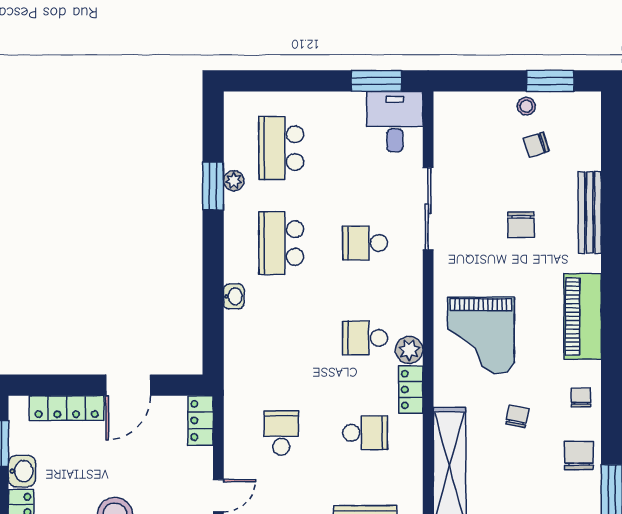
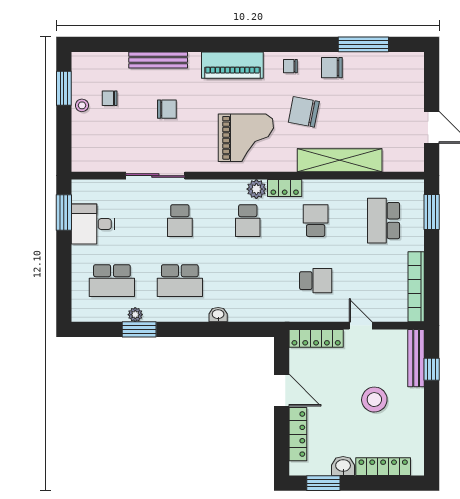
desk: (395, 122) -> (93, 224), moved
chair: (536, 145) -> (110, 98), turned 108
chair: (517, 416) -> (304, 112), width x1.87, depth x1.87
locker: (200, 420) -> (316, 338), width x1.53
school desk: (281, 433) -> (316, 281), turned 180

